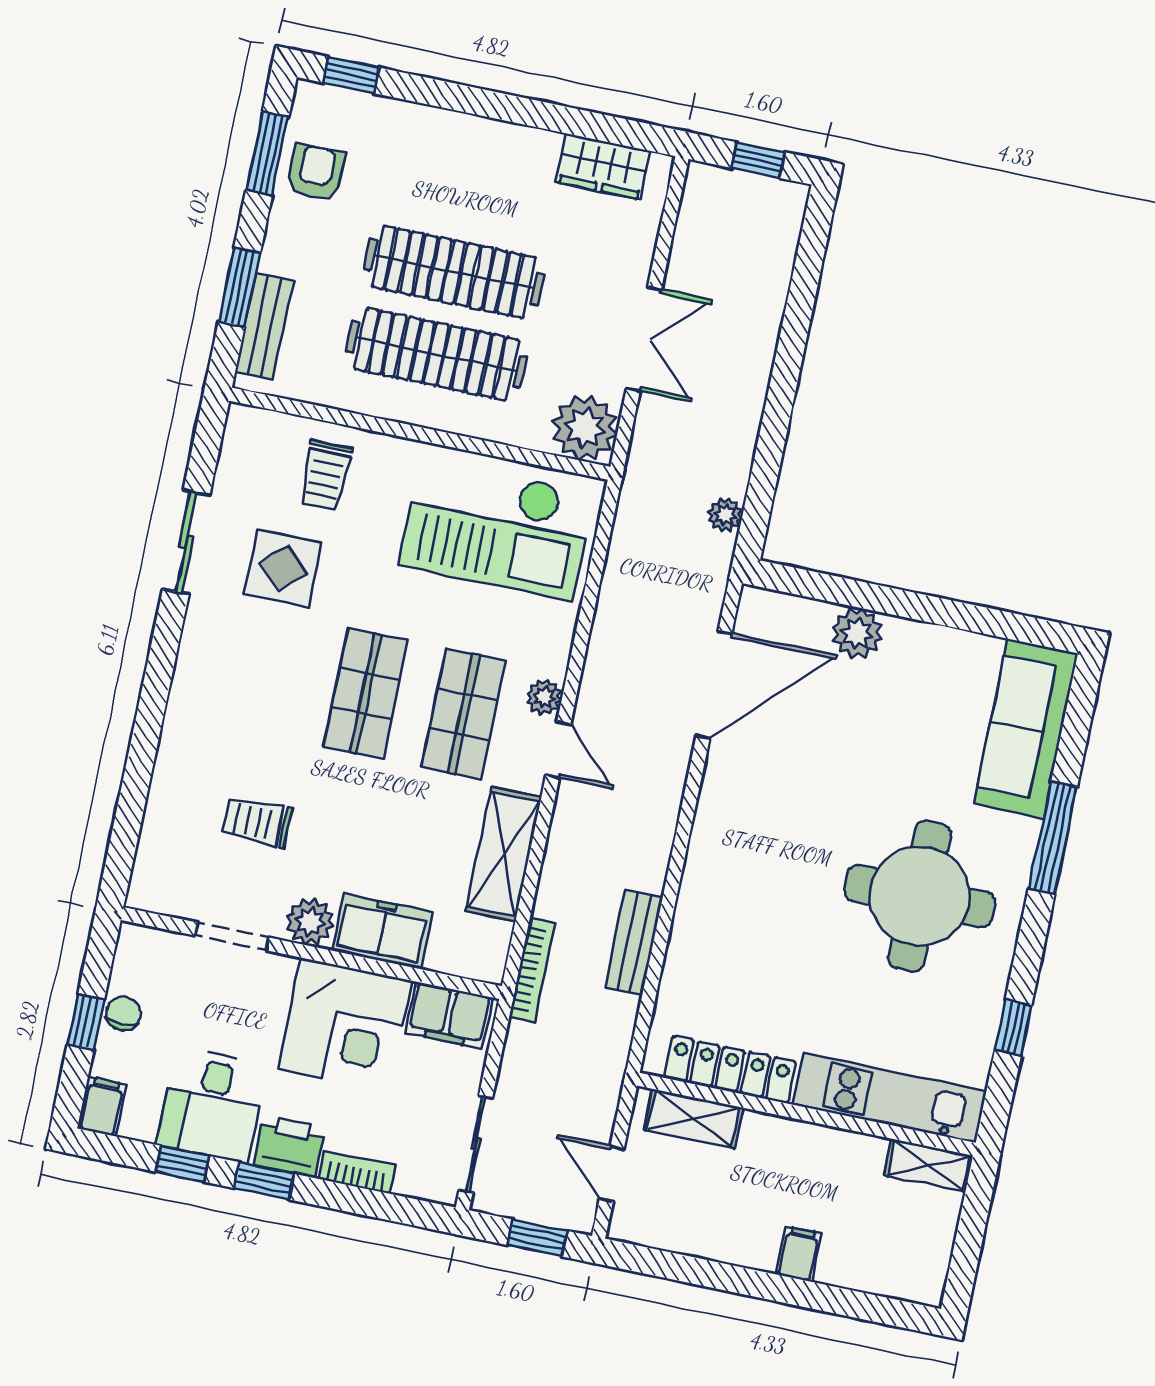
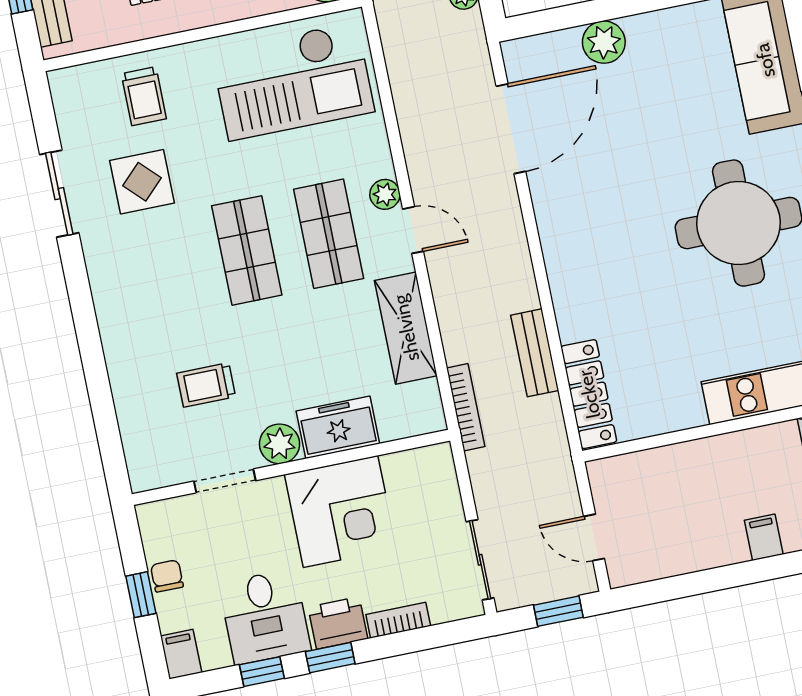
filing cabinet: (449, 1015) -> (417, 470), removed
locker: (730, 1070) -> (589, 394), moved, turned 90
shelving: (693, 1119) -> (639, 468), removed

